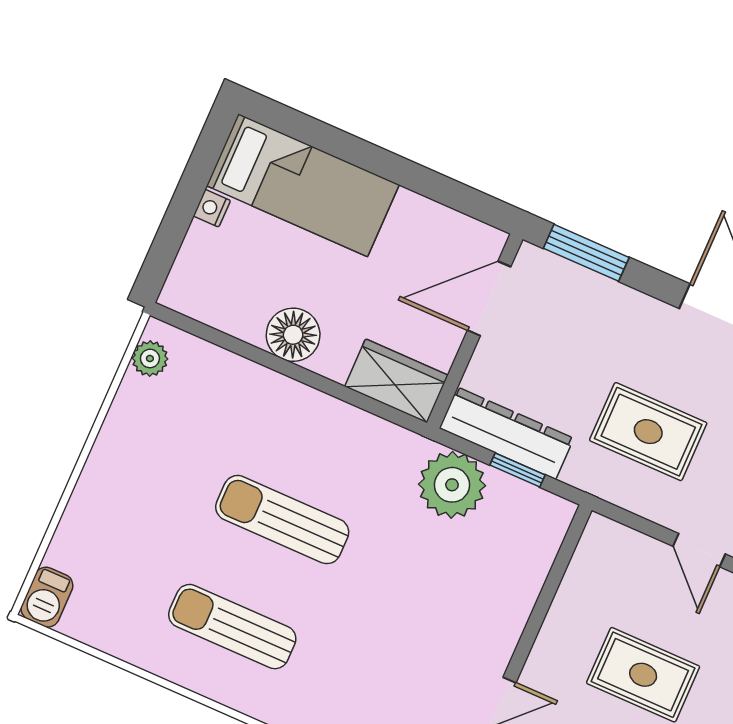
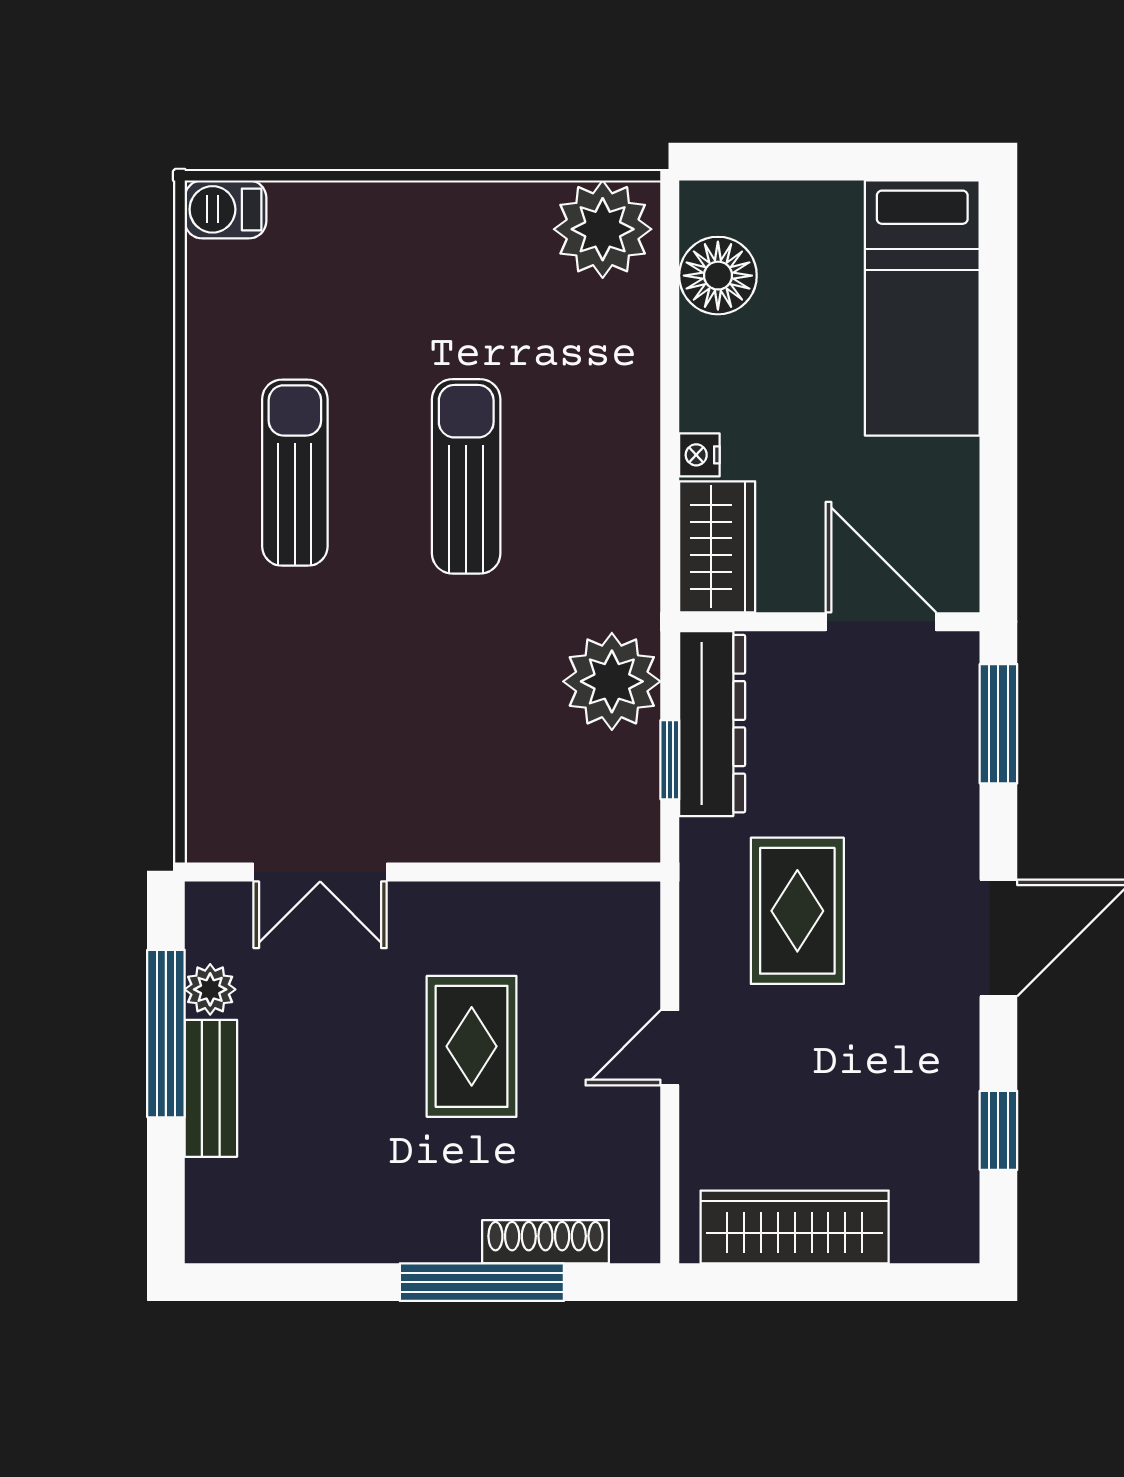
nightstand: (212, 208) -> (699, 455), moved, turned -90
floor lamp: (293, 335) -> (718, 276), moved
plant: (150, 358) -> (603, 229), width x1.87, depth x1.87

